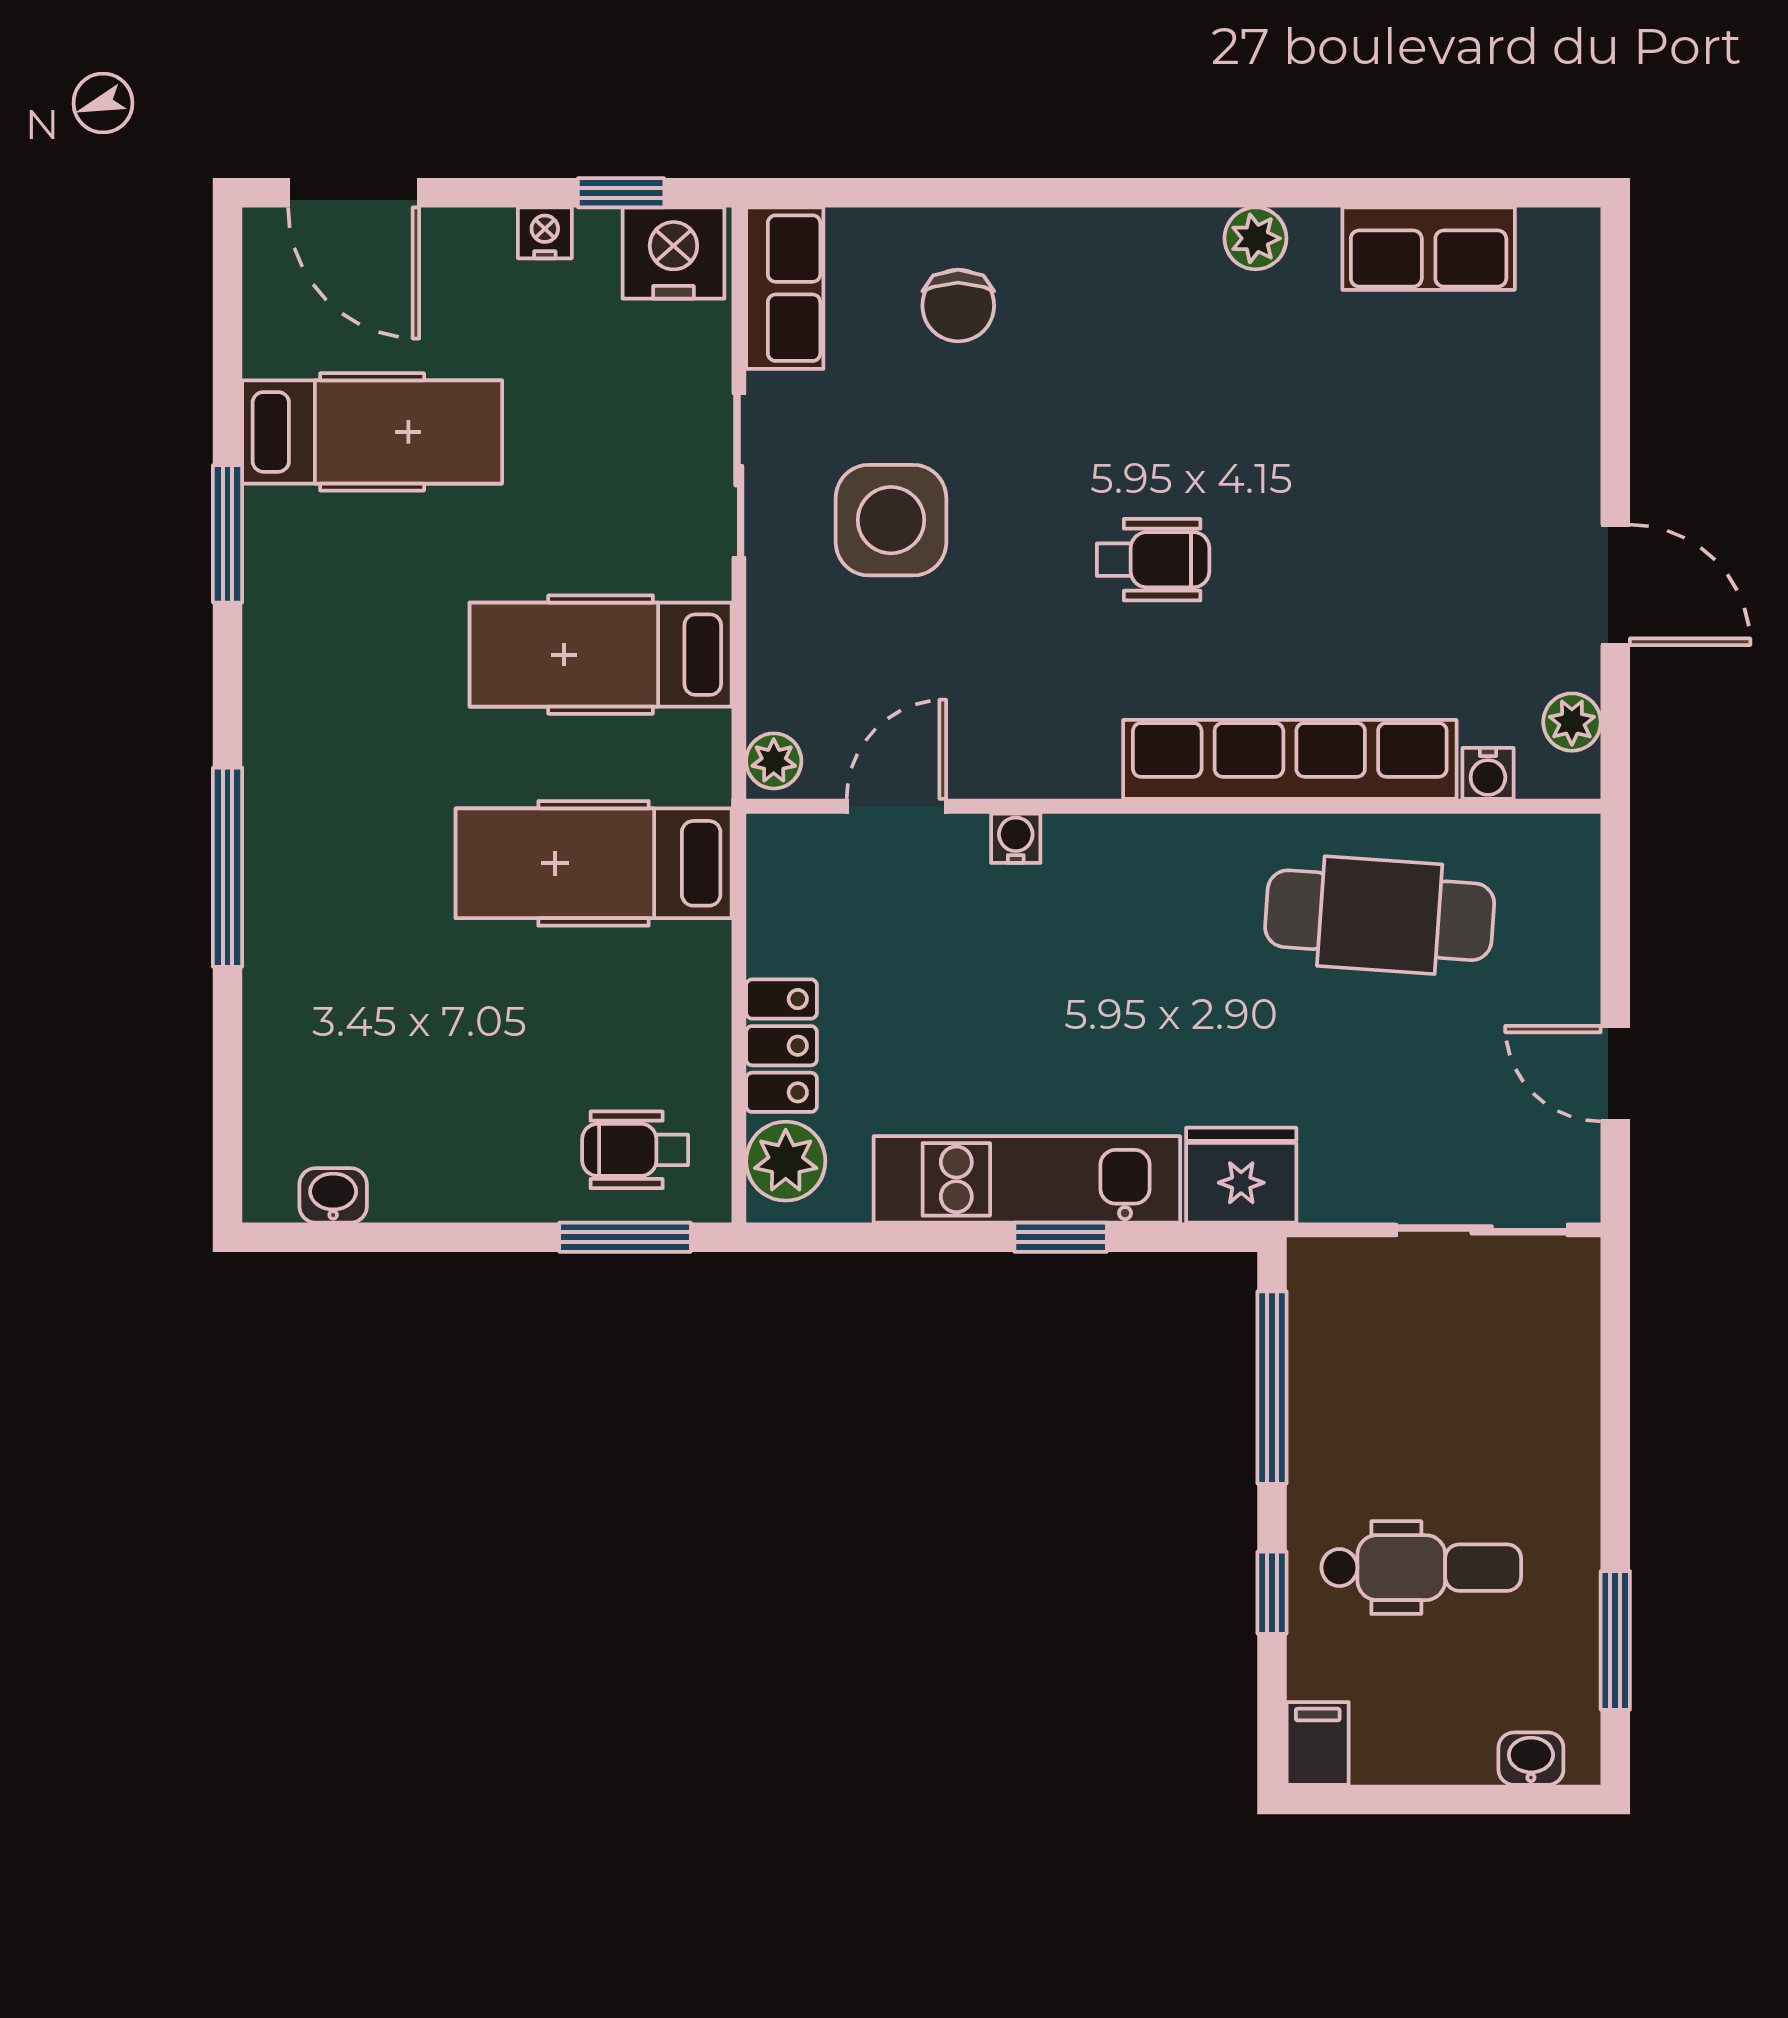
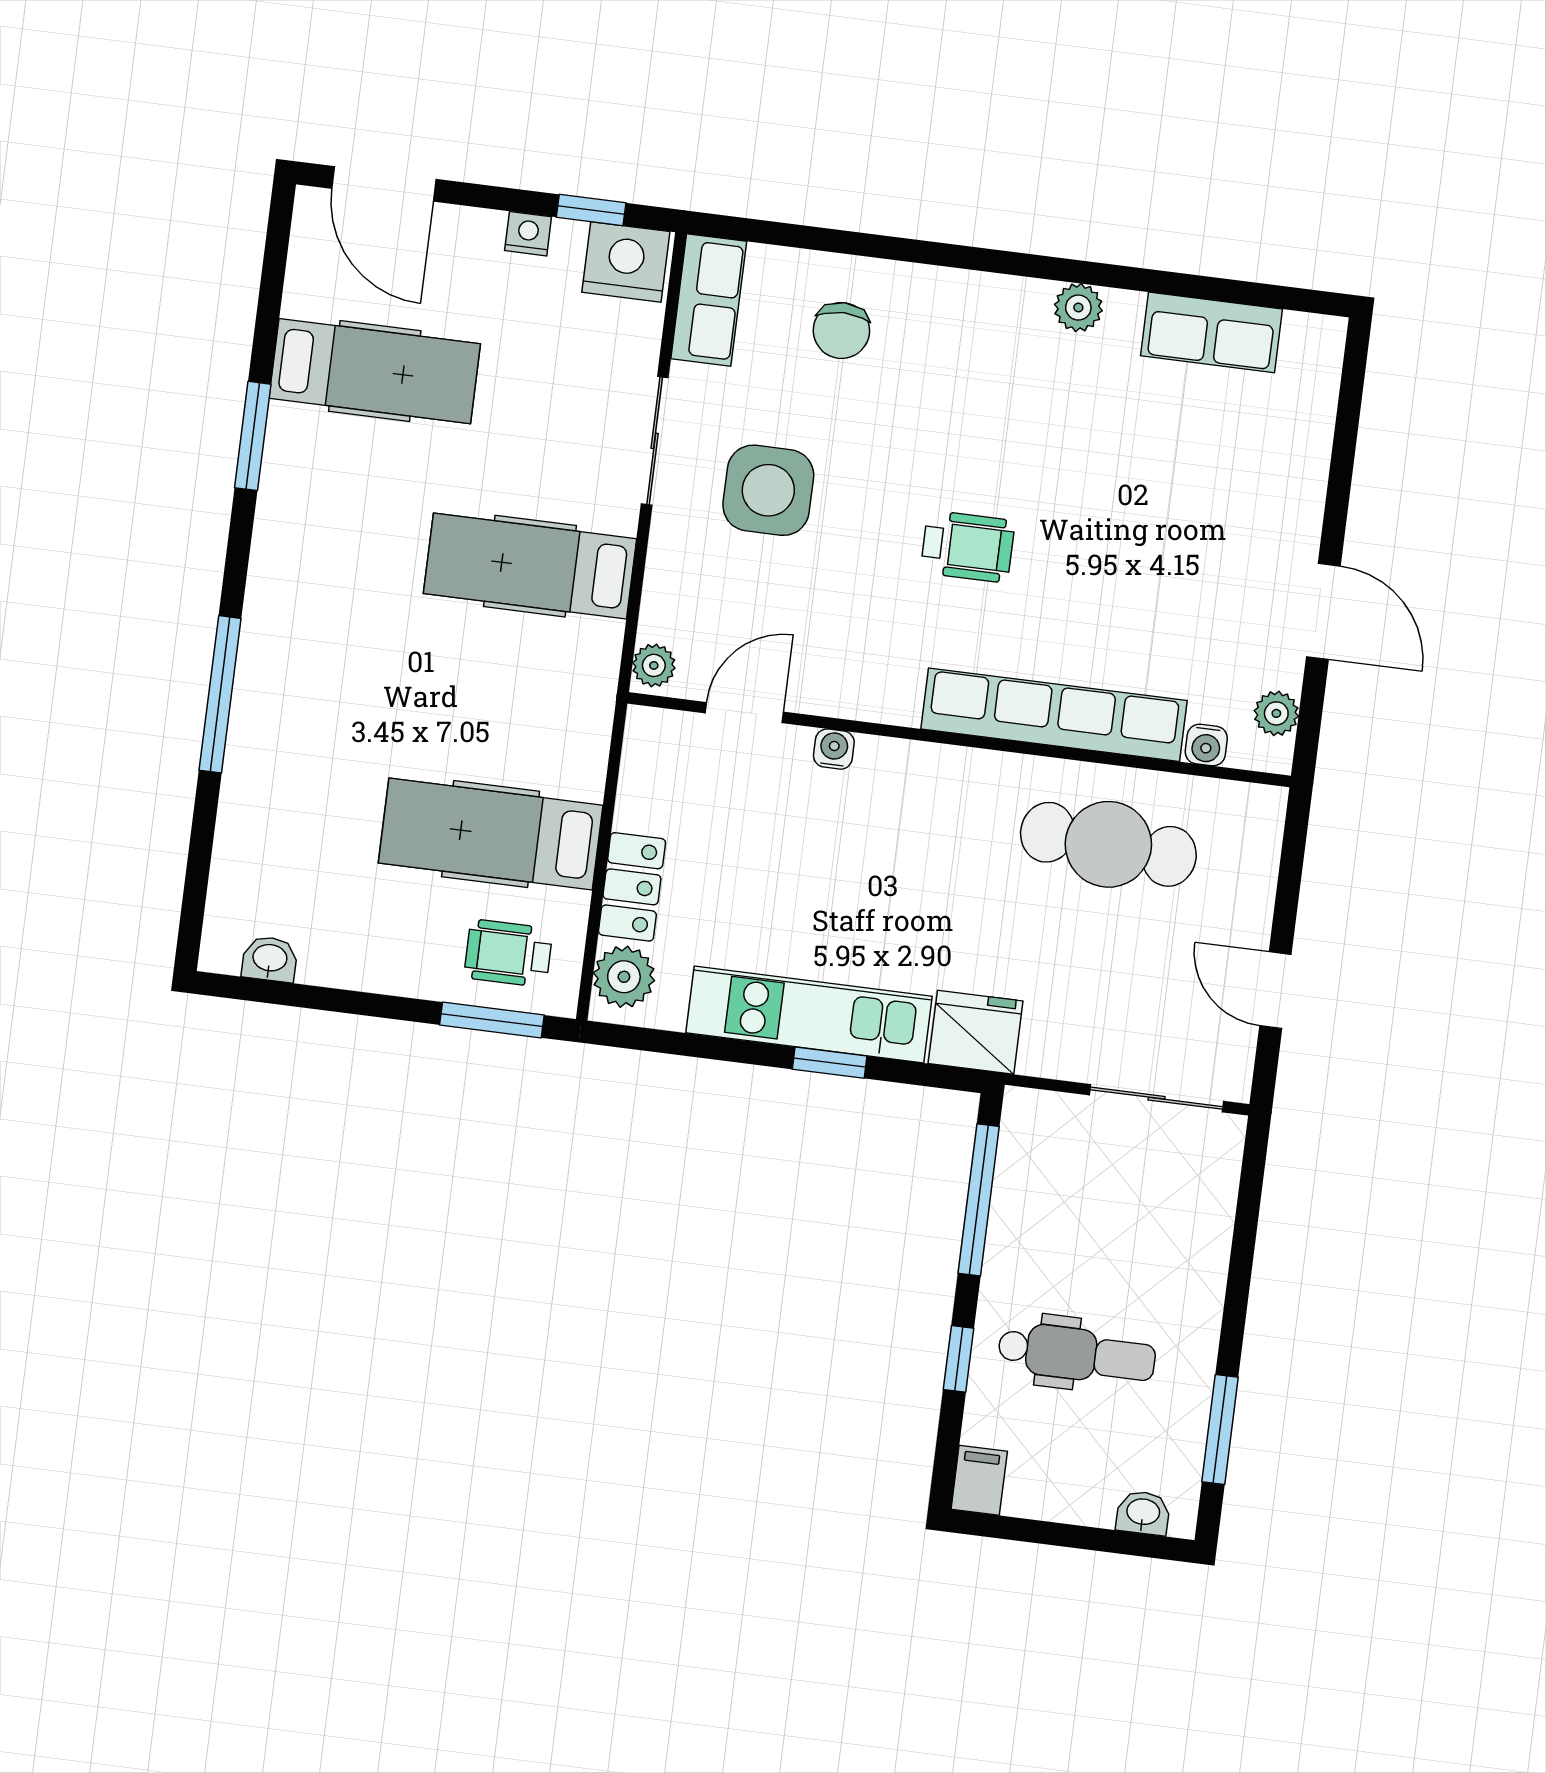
hospital bed: (594, 863) -> (491, 834), moved

